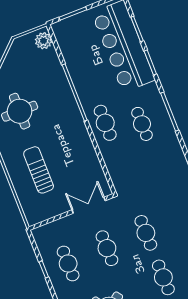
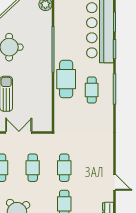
cafe table: (105, 123) -> (66, 79), width x1.37, depth x1.35
double door: (89, 205) -> (19, 132), moved

